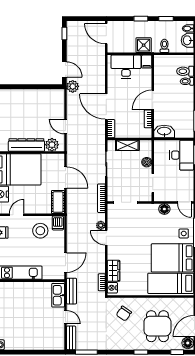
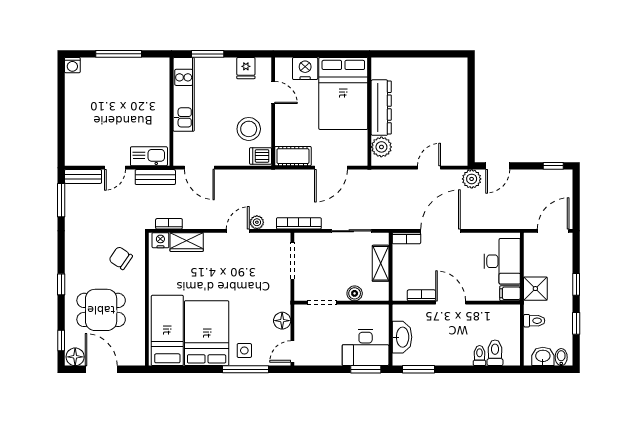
door: (65, 127) -> (429, 168), moved
washbasin: (164, 131) -> (402, 337), moved

